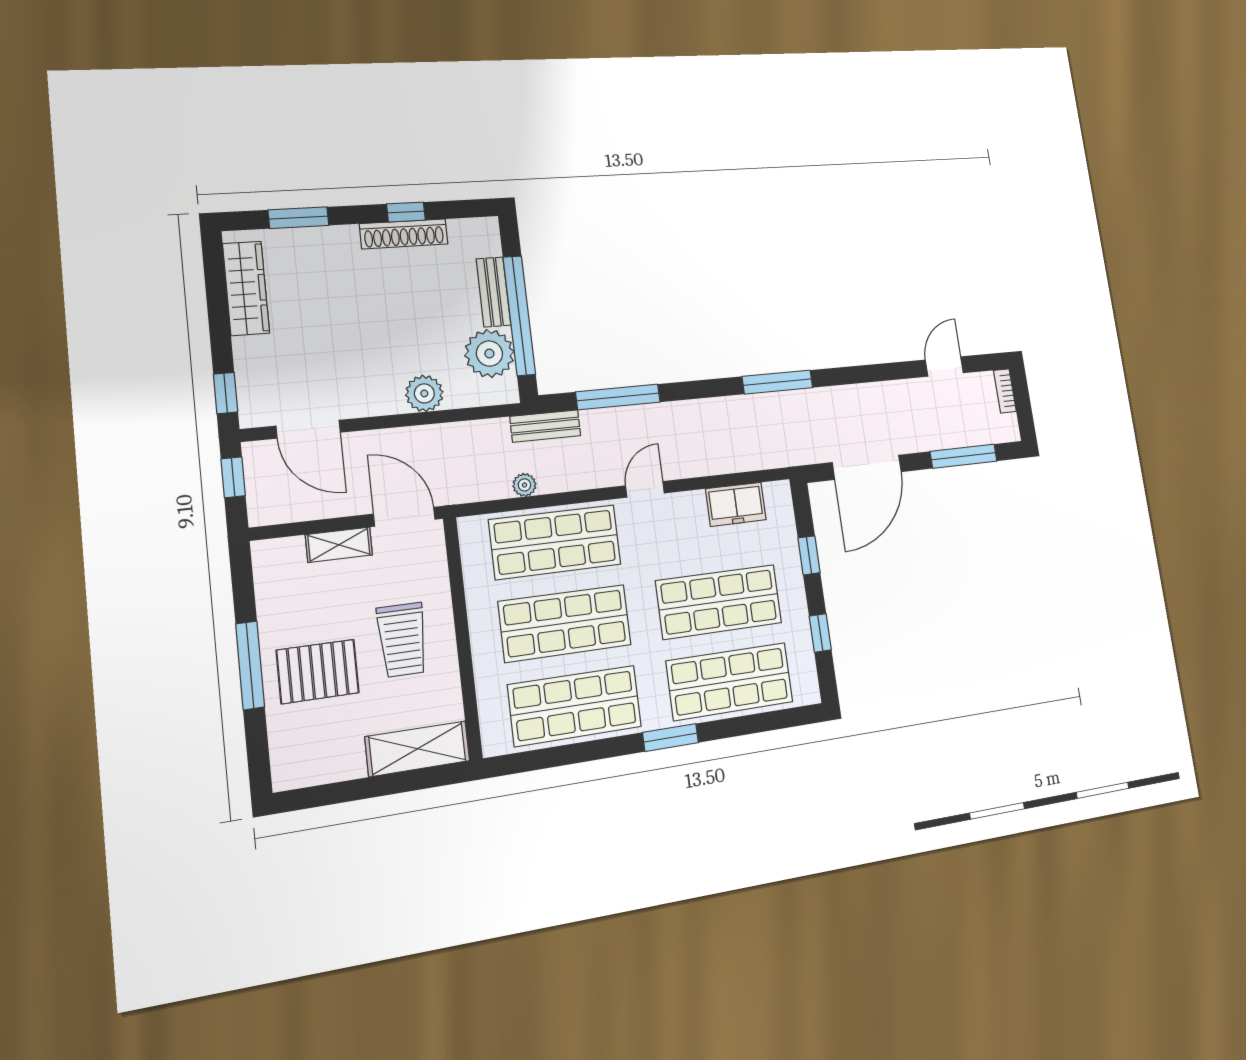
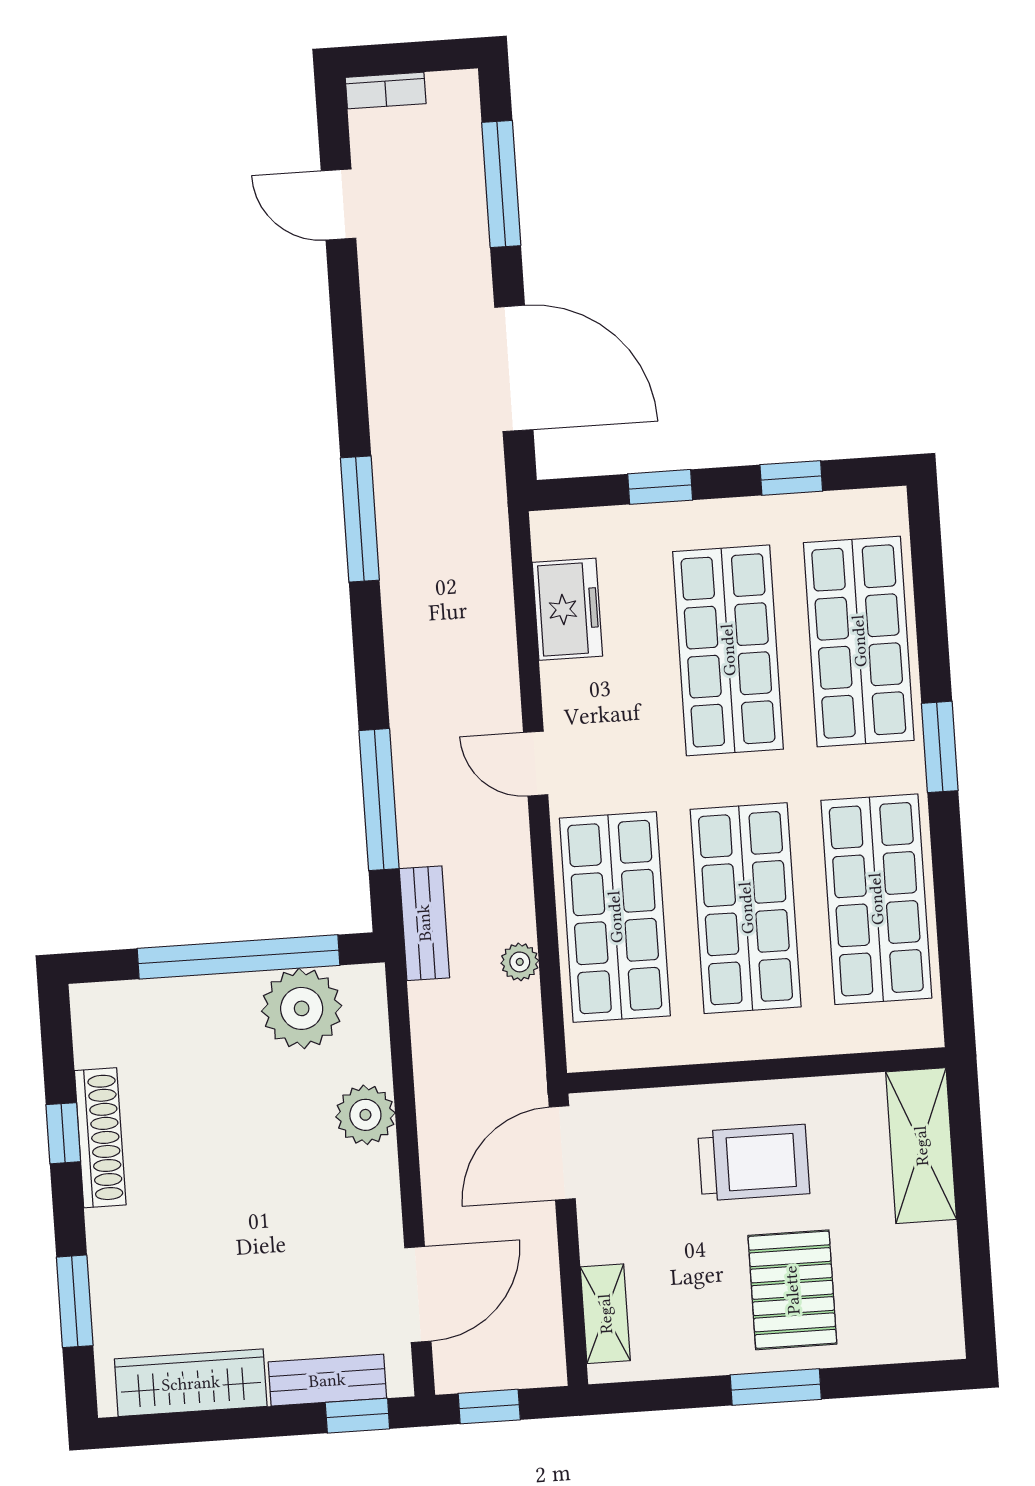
bench: (494, 292) -> (327, 1380), moved
shelving: (339, 545) -> (605, 1314), moved
window: (250, 665) -> (776, 1387), width x0.69

